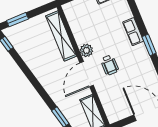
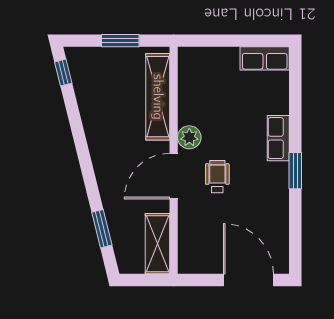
window: (17, 20) -> (120, 41), moved
wheelchair: (110, 65) -> (217, 177), turned 180

